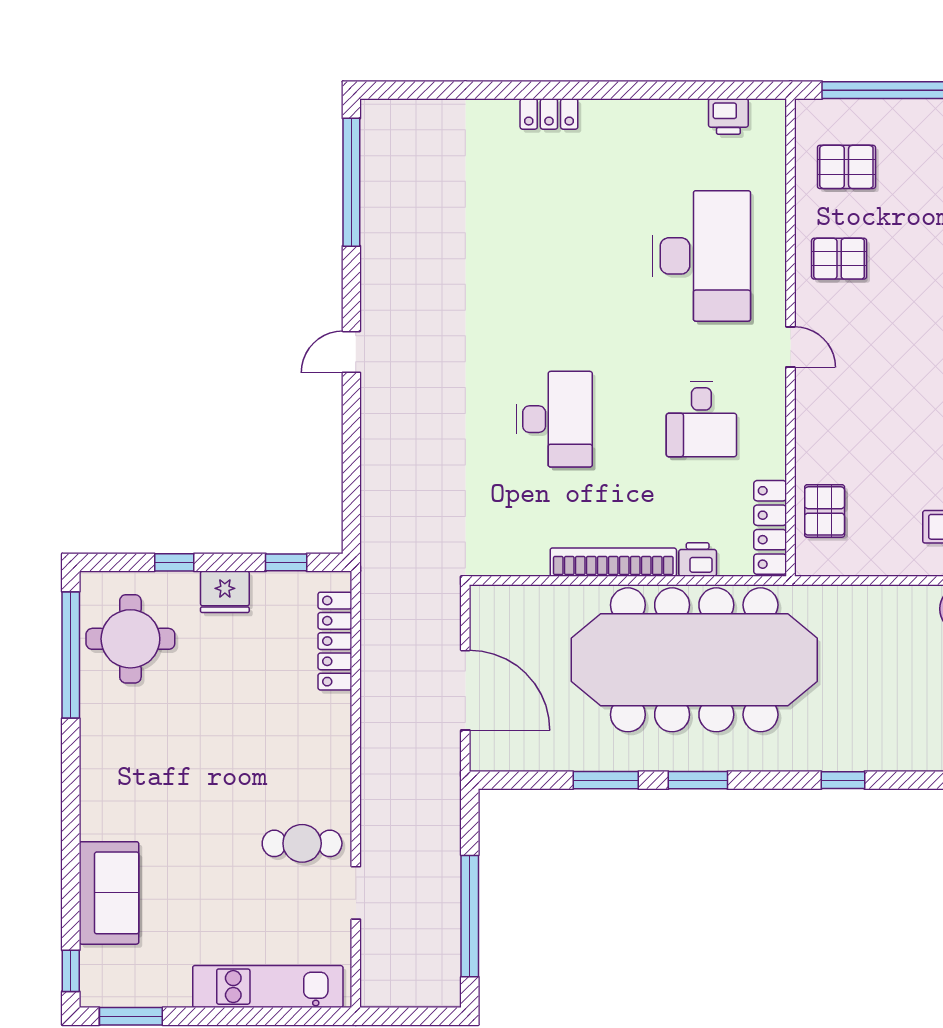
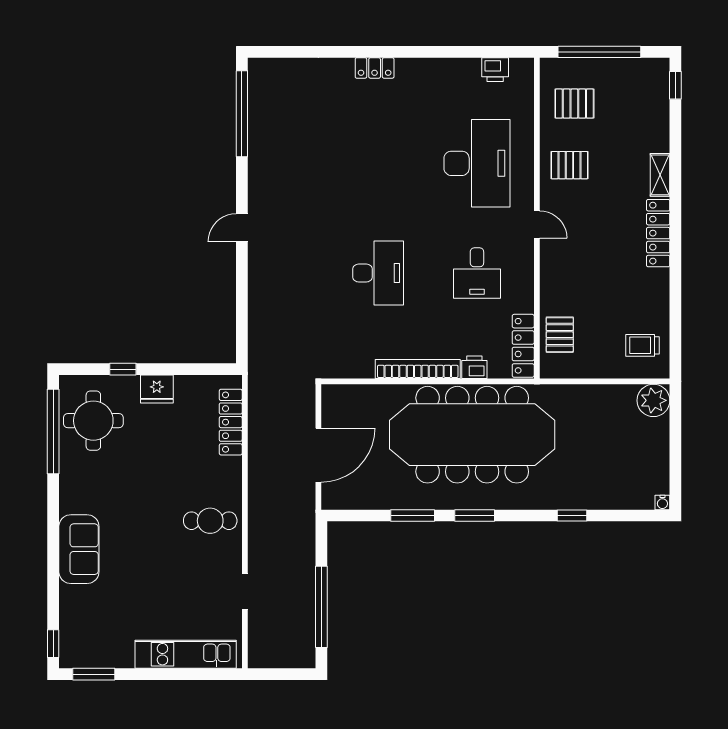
window: (286, 562) -> (198, 369), removed
door: (465, 690) -> (318, 455), hinge flipped
cafe table: (302, 843) -> (210, 521), moved
sofa: (109, 893) -> (79, 549), moved

